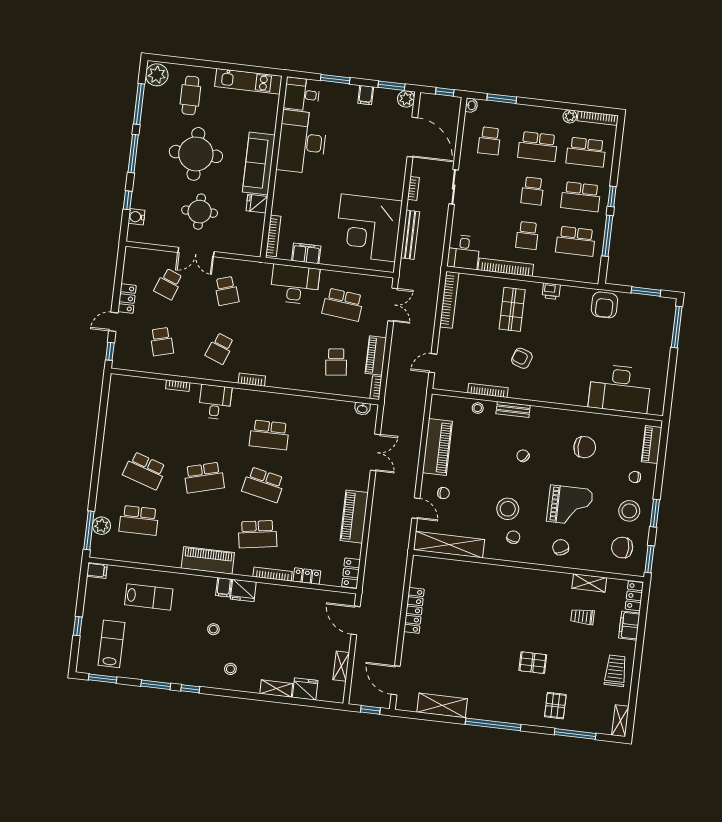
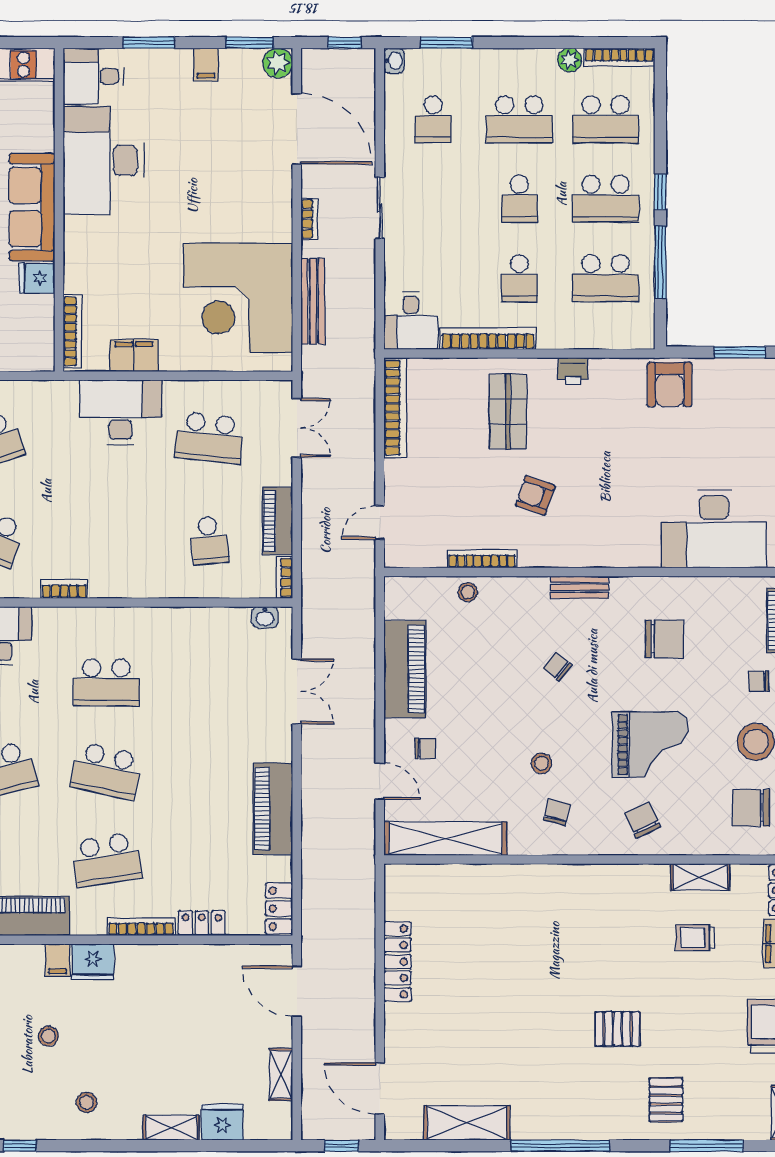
bench: (513, 409) -> (580, 587), moved
stool: (508, 509) -> (541, 763), width x0.53, depth x0.53

